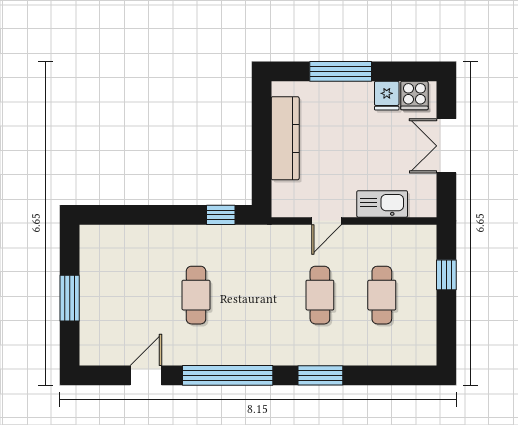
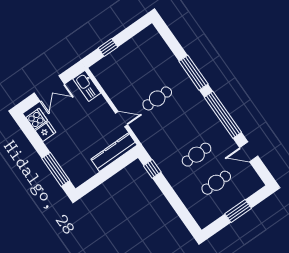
window: (341, 71) -> (56, 169), moved
kitchen counter: (285, 138) -> (114, 152), moved
kitchen sink: (382, 204) -> (87, 86), moved
cafe table: (382, 295) -> (216, 183), moved
window: (320, 375) -> (193, 73), width x1.44

